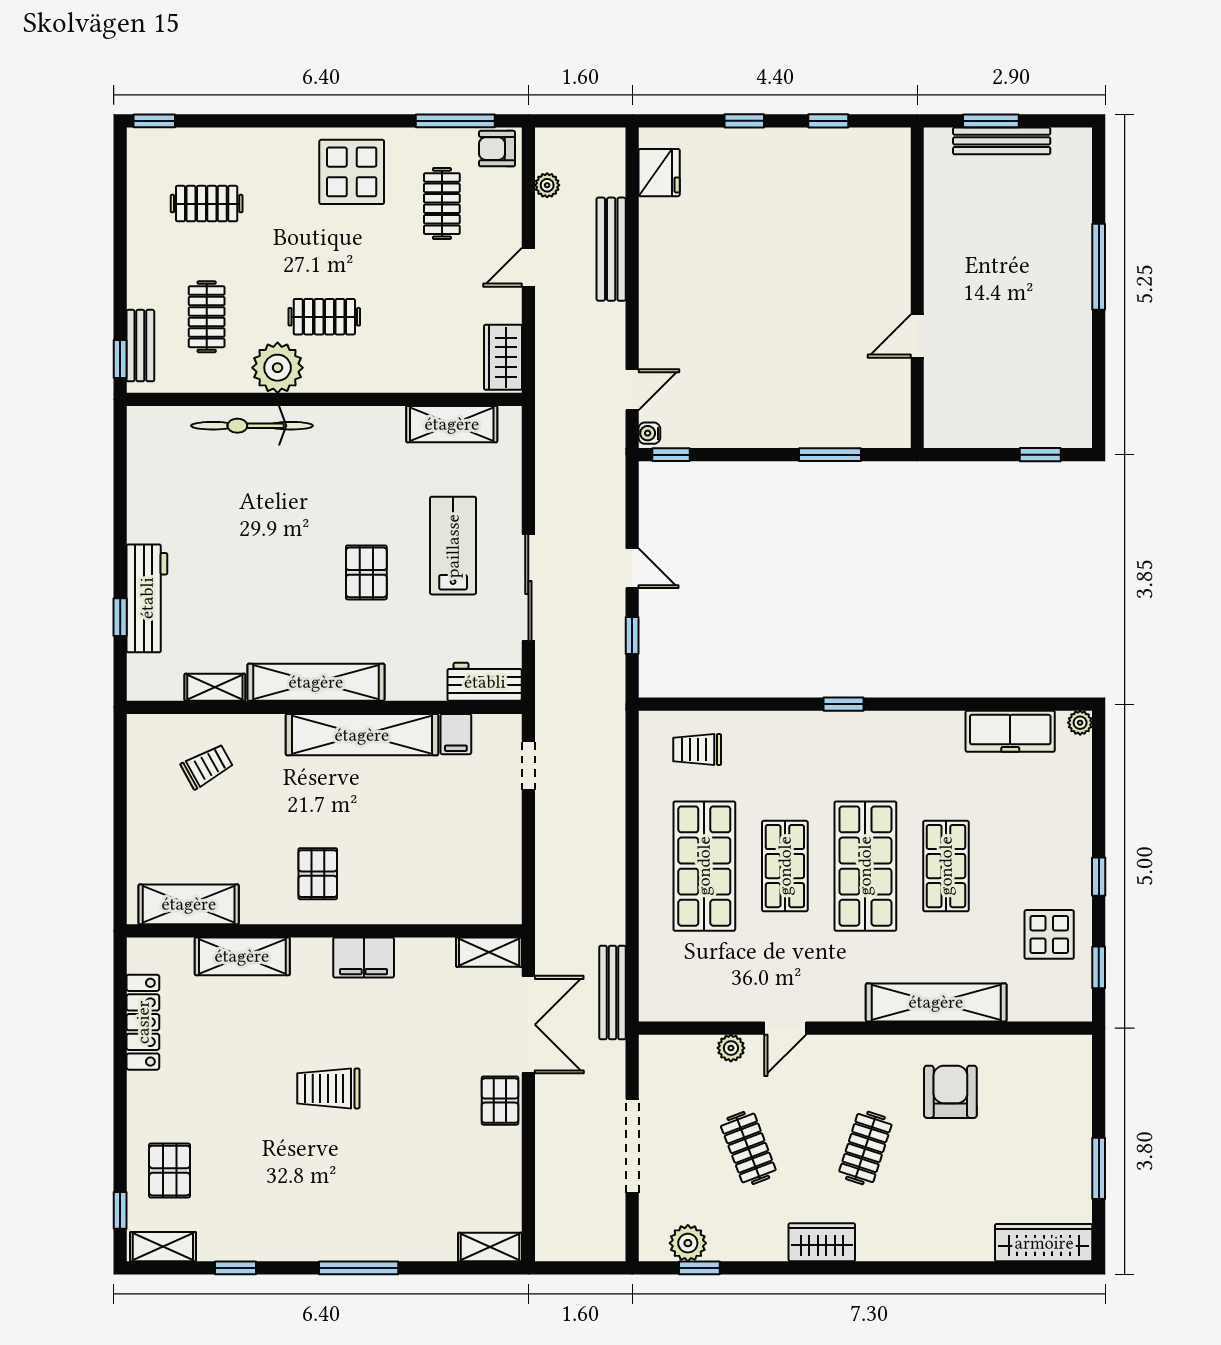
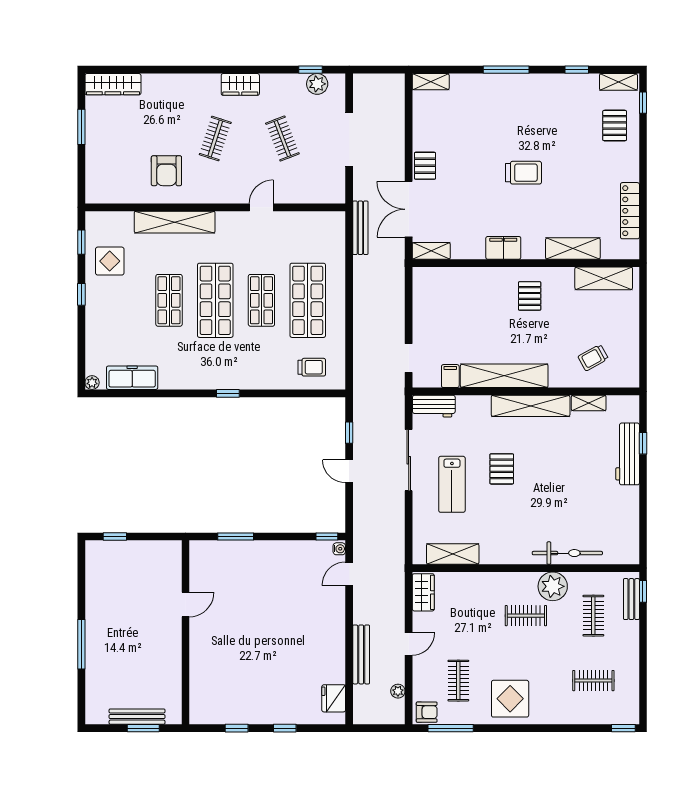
plant: (731, 1048) -> (292, 196), removed

